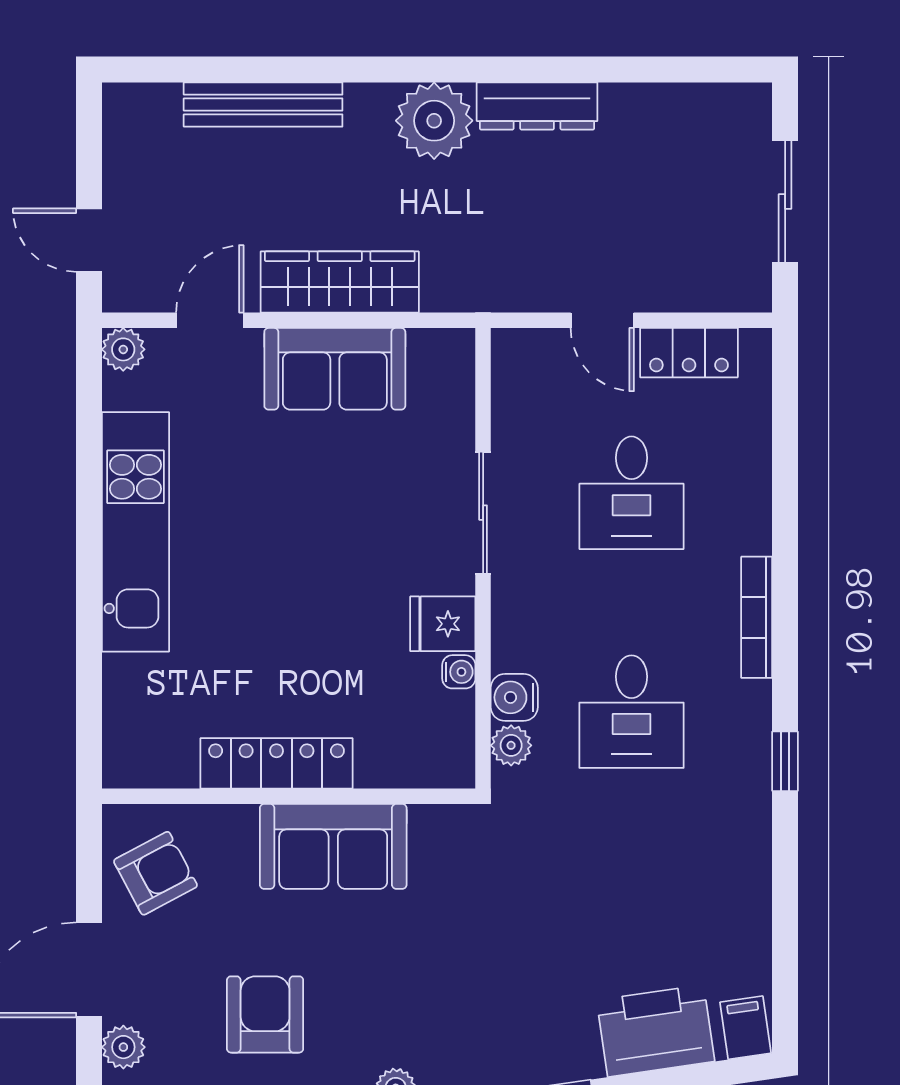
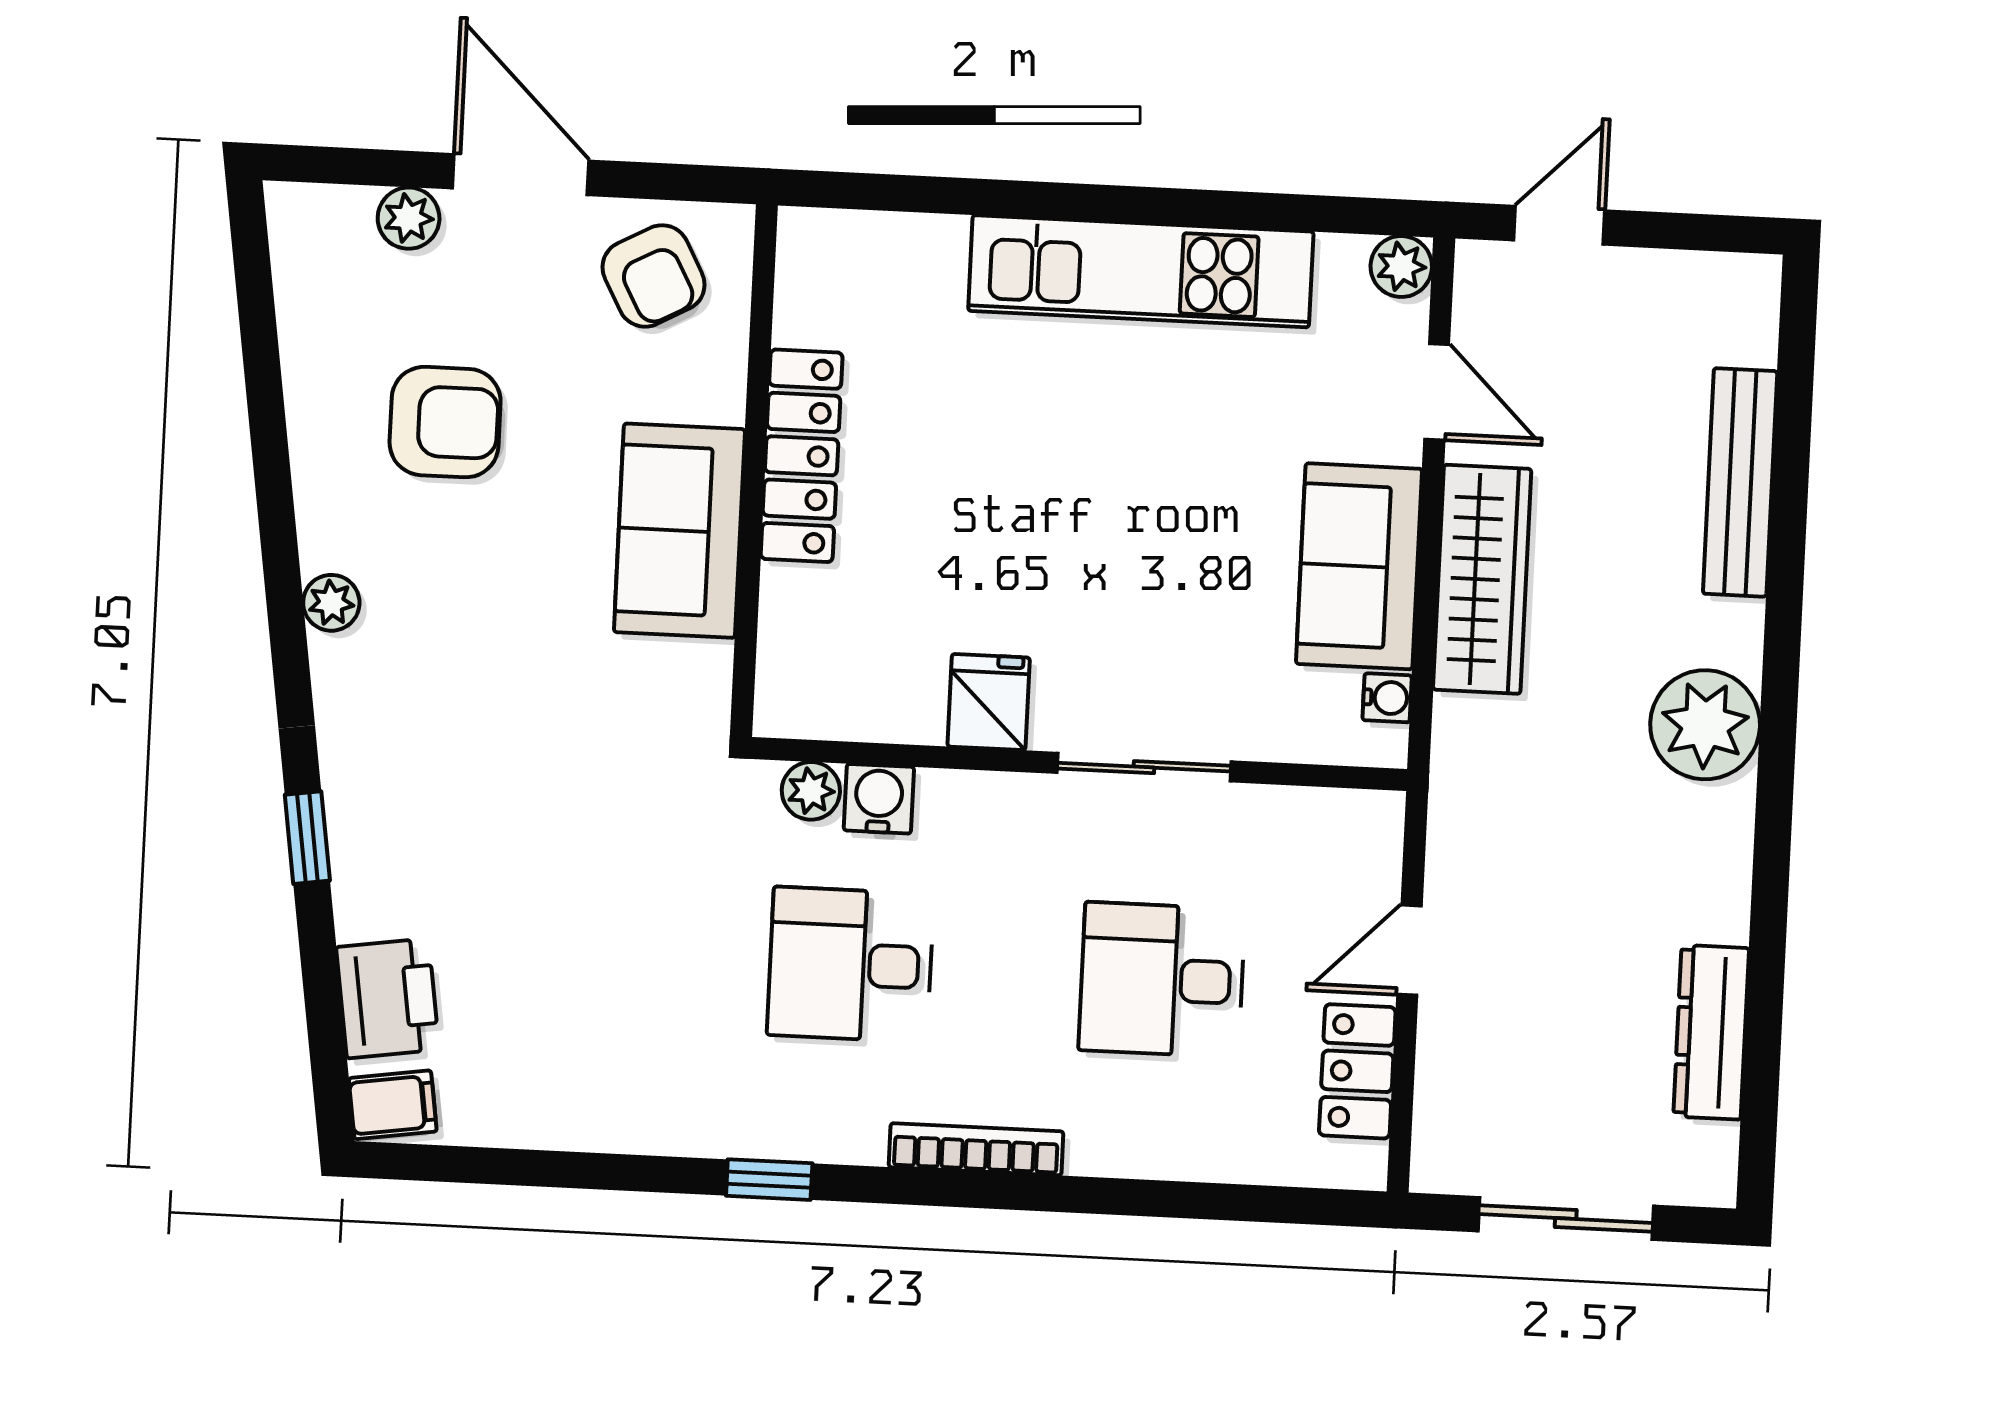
dresser: (537, 106) -> (1711, 1032), moved
water cooler: (459, 672) -> (1387, 698), moved, turned -90
printer: (656, 1031) -> (388, 998), width x0.73, depth x0.84

